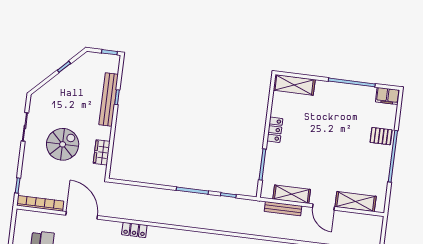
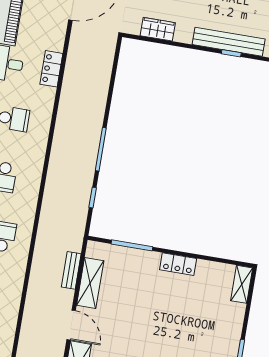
shelving: (294, 85) -> (242, 284), width x0.67, depth x0.75
door: (323, 207) -> (71, 325), swing flipped
bench: (283, 209) -> (71, 270), width x0.73

